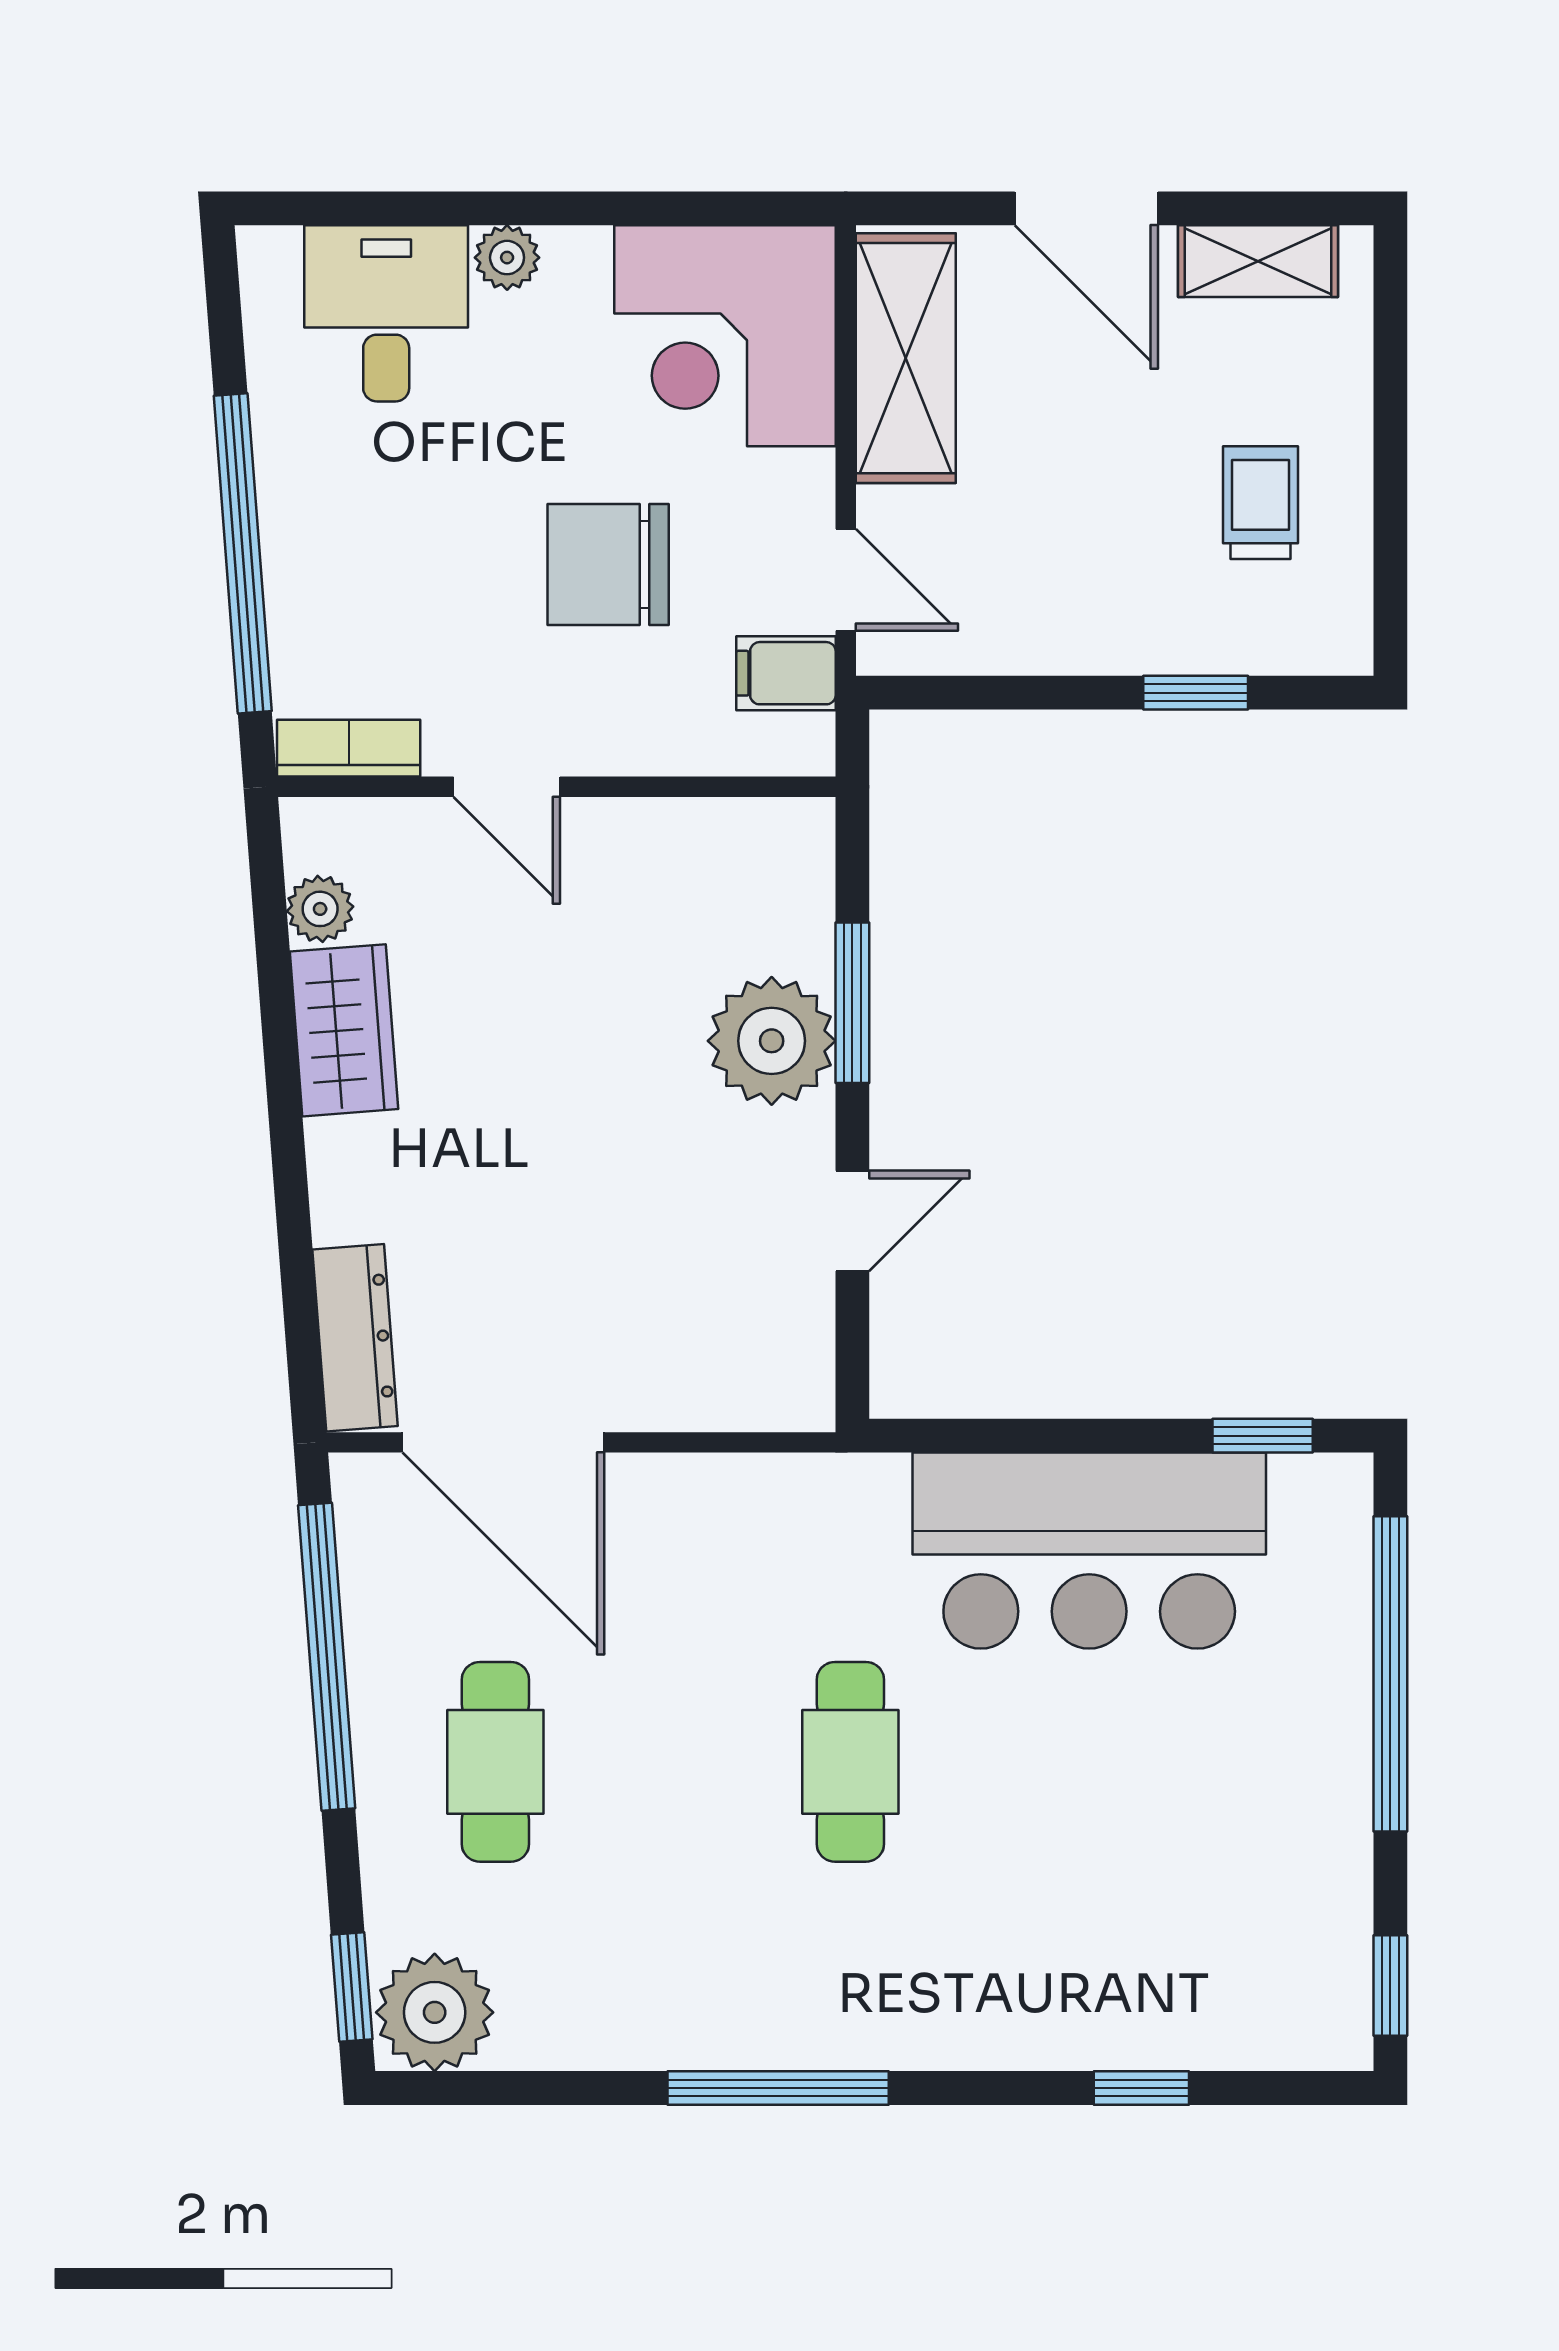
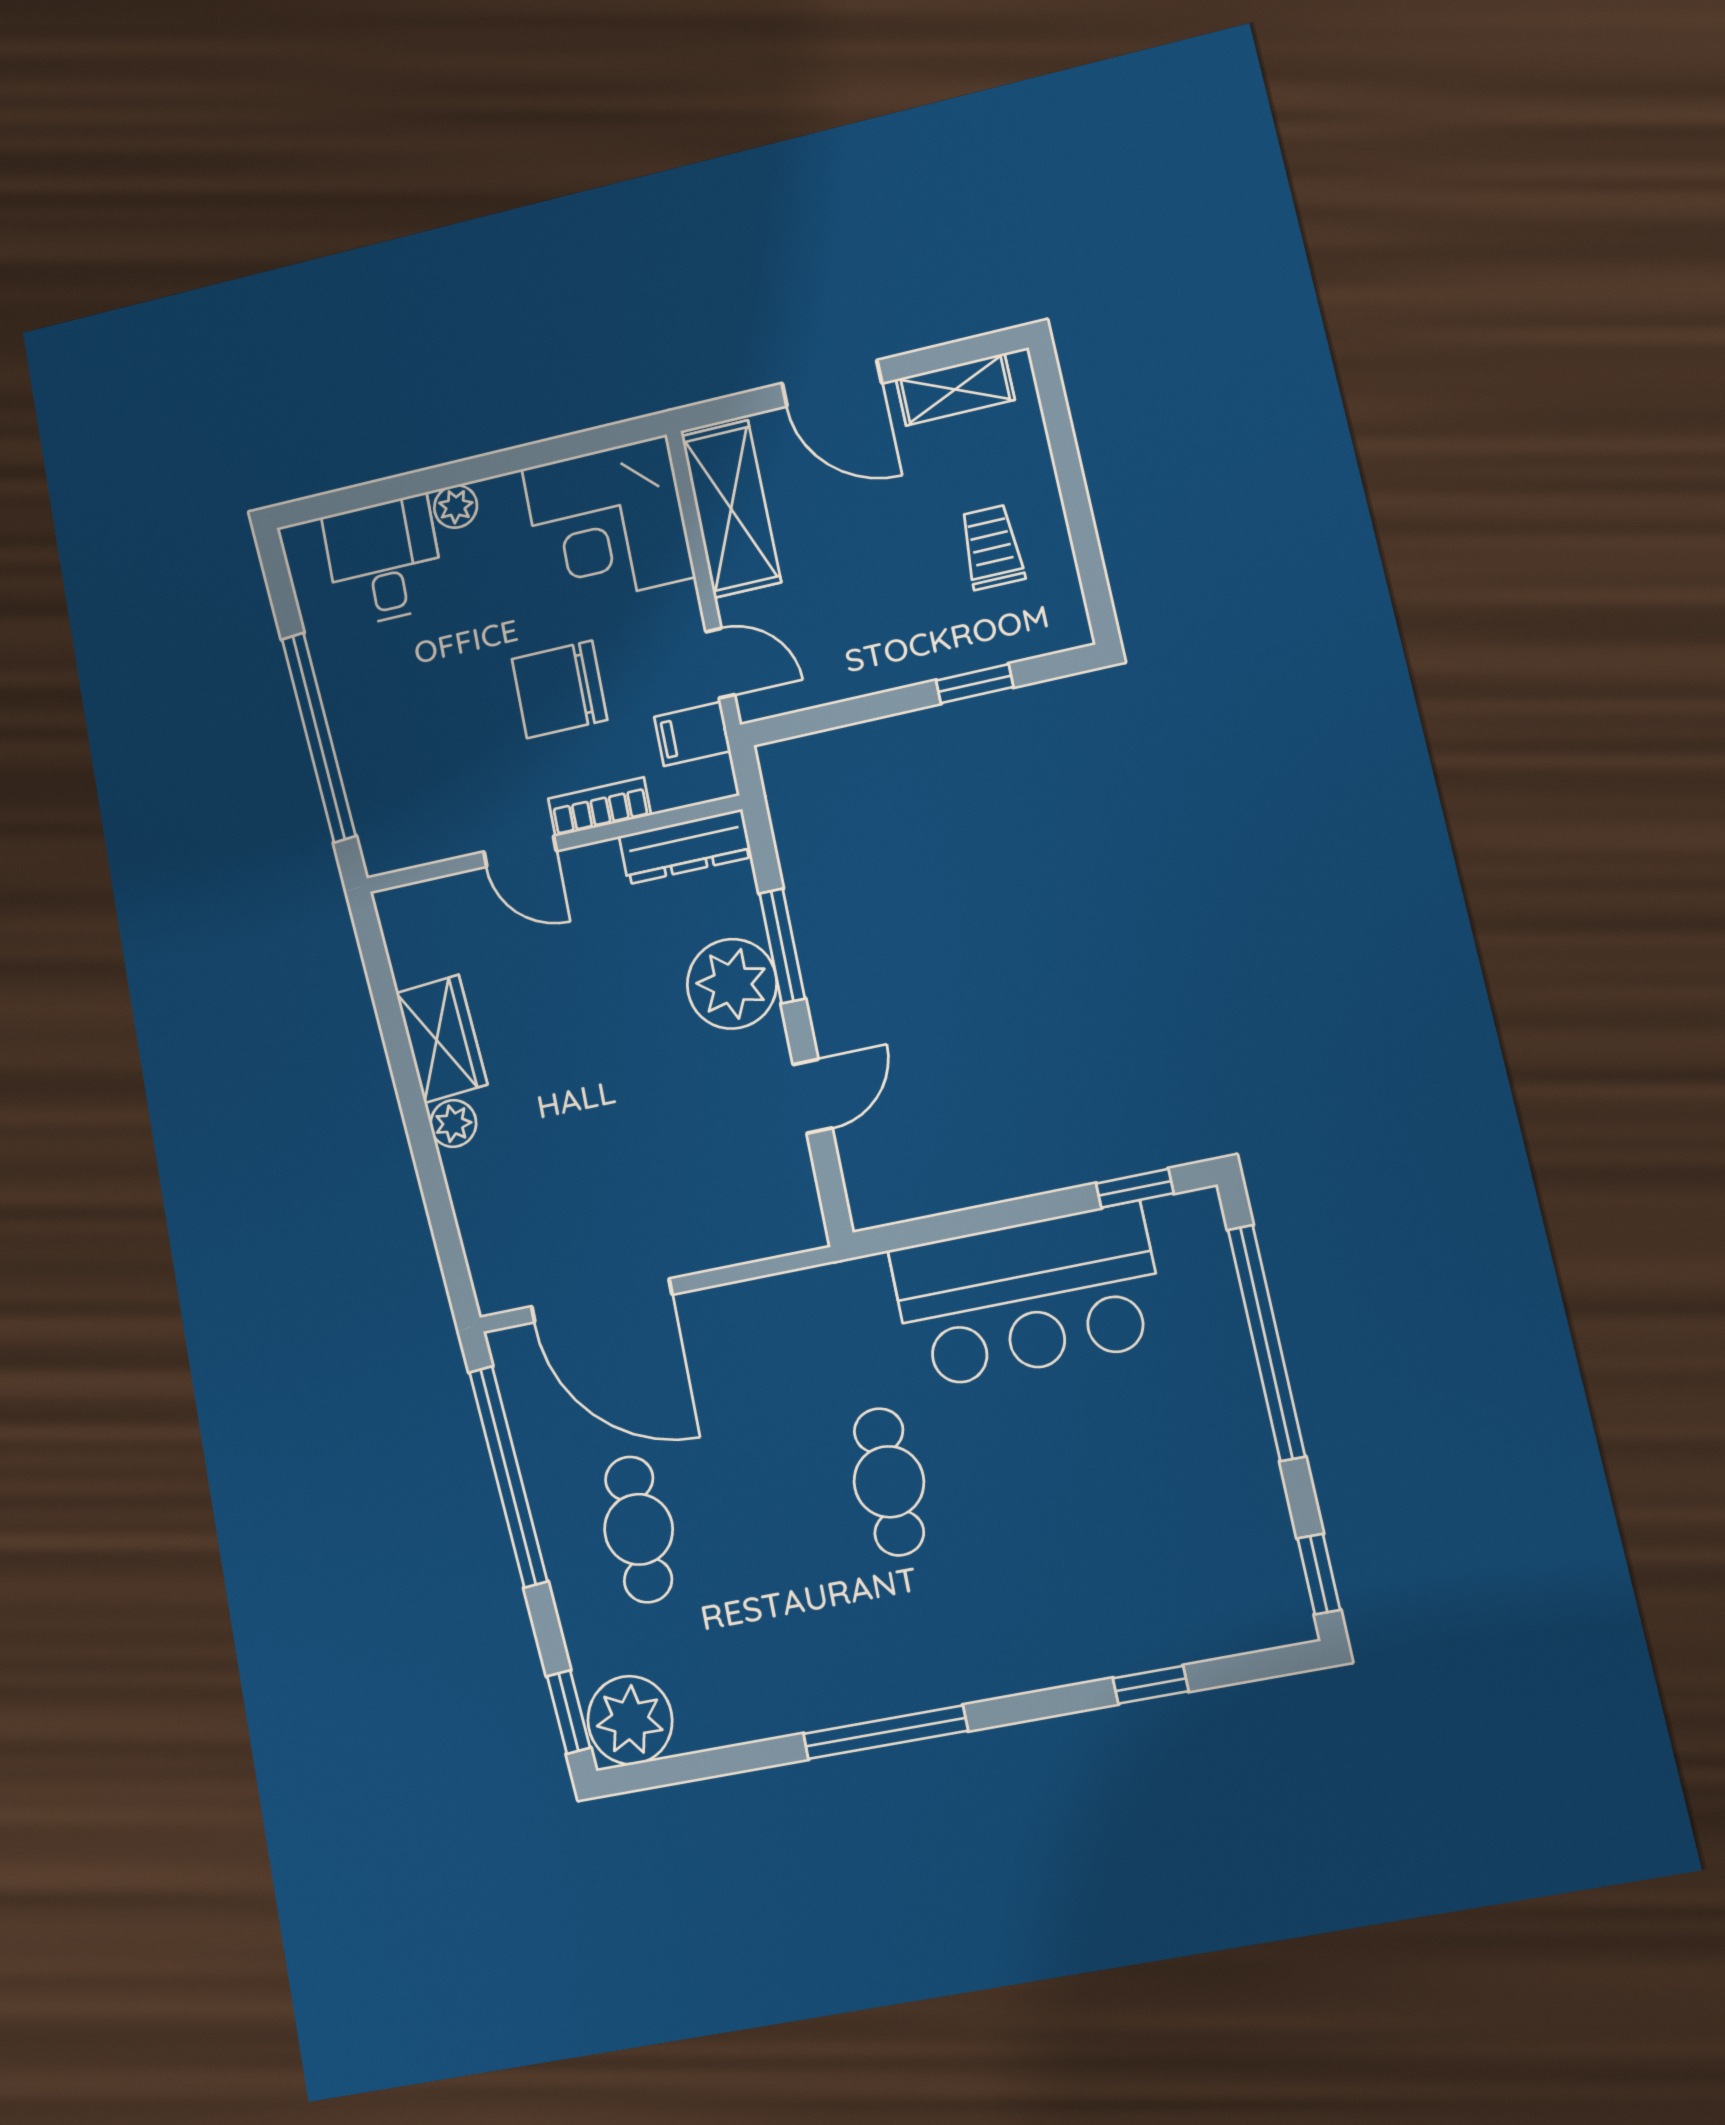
bookcase: (349, 748) -> (600, 807), moved
plant: (320, 909) -> (453, 1124), moved
dresser: (355, 1338) -> (685, 847), moved, turned 94

